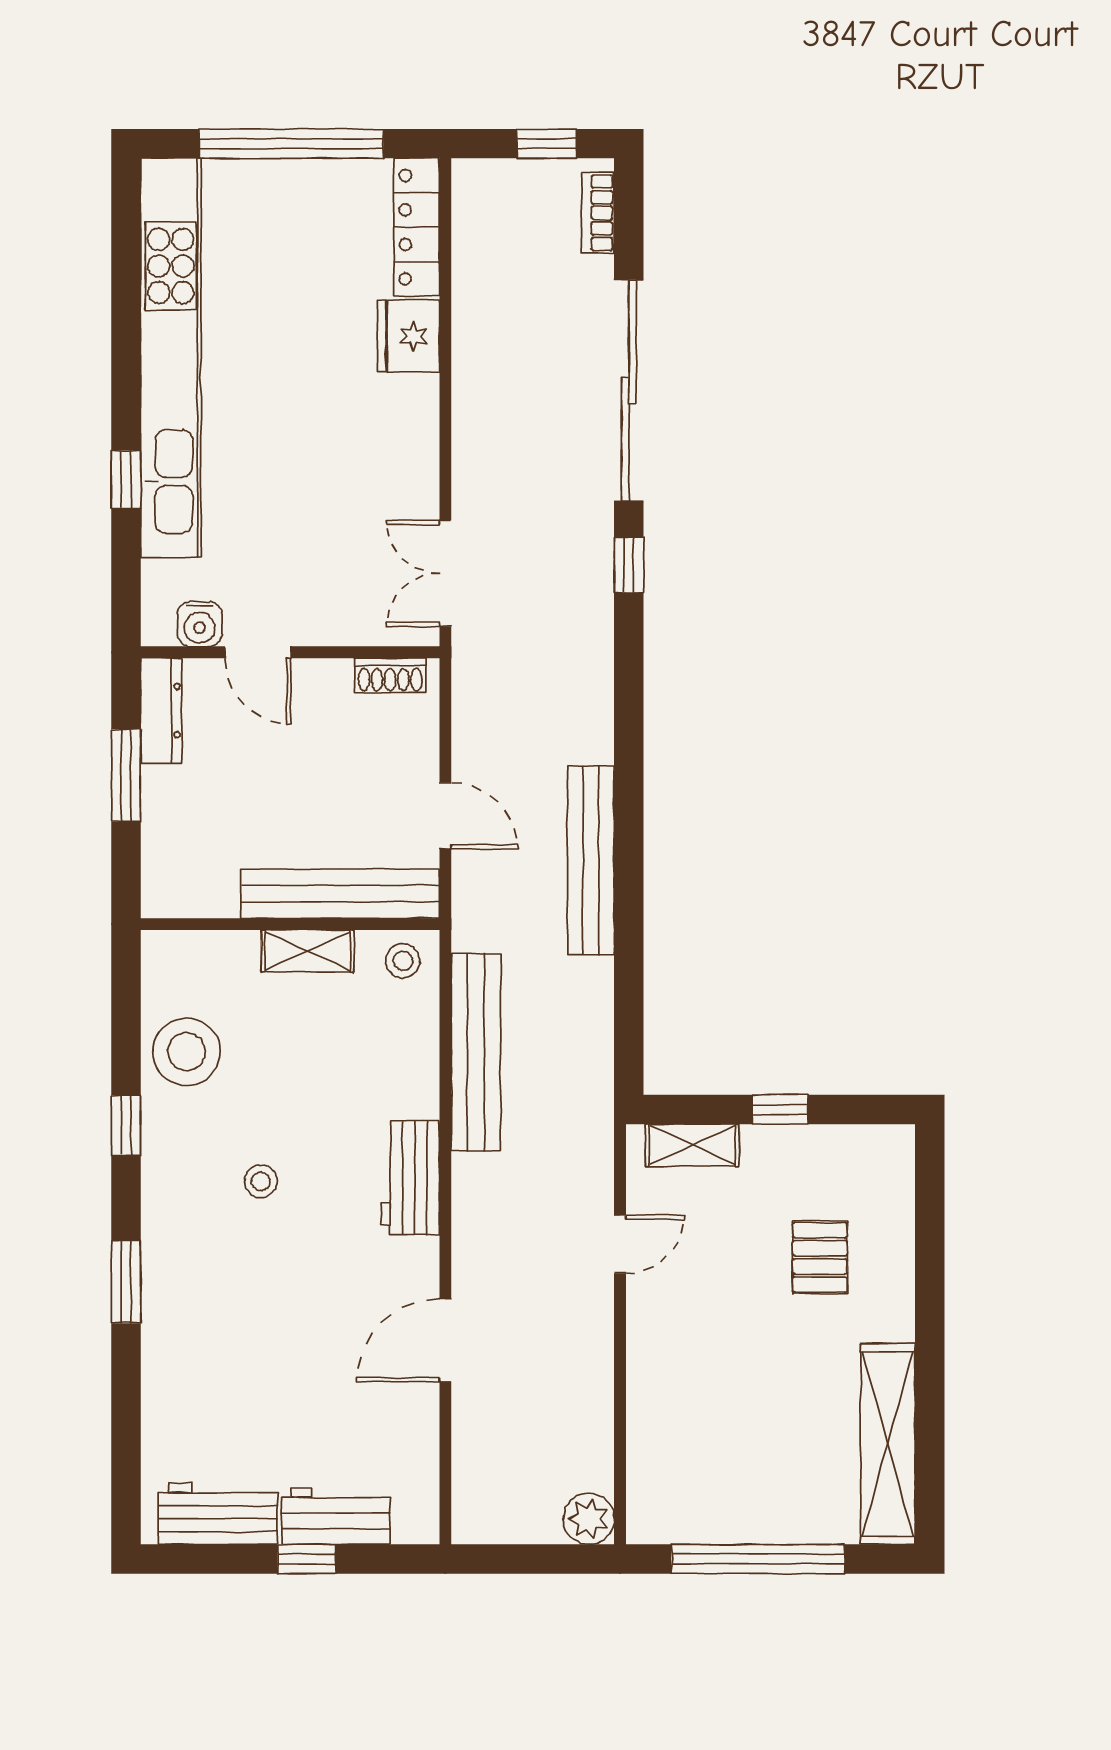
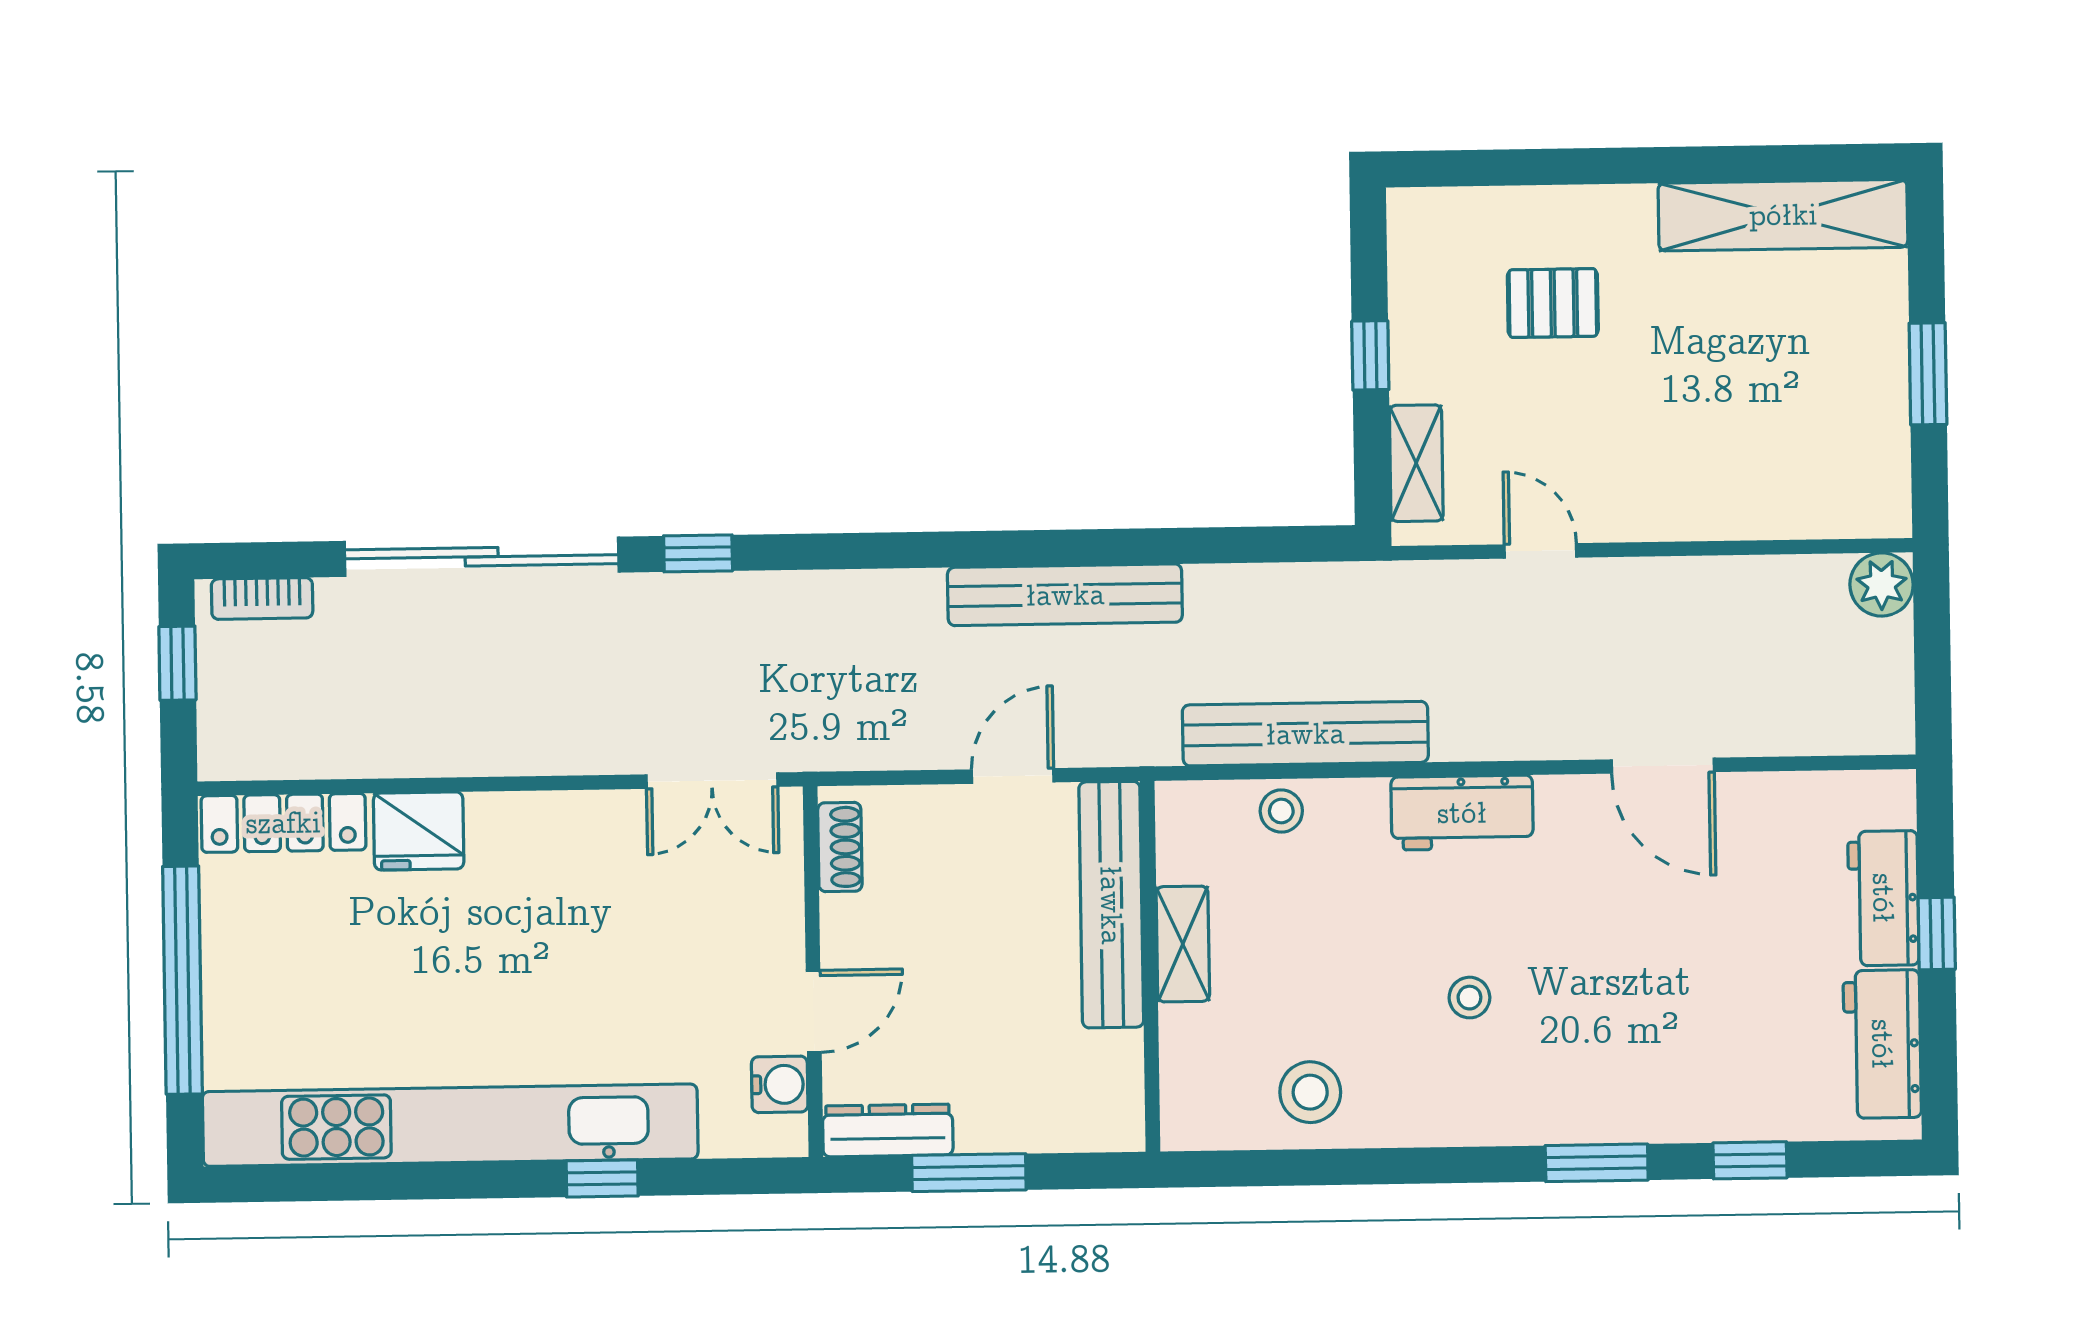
stool: (403, 961) -> (1281, 811), moved
stool: (187, 1052) -> (1310, 1092), width x0.73, depth x0.73
window: (126, 1125) -> (1750, 1160), moved
window: (758, 1559) -> (1928, 374), width x0.47

